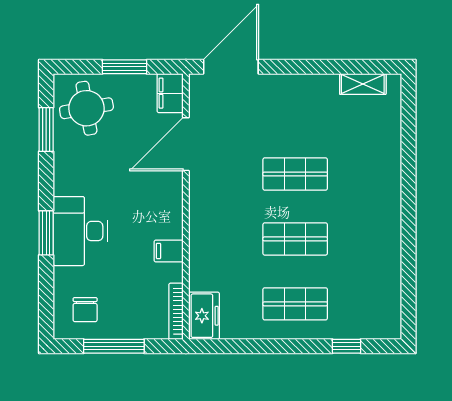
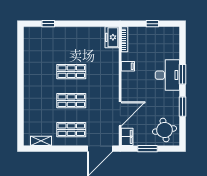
window: (46, 129) -> (183, 107), moved
shop shelf: (295, 304) -> (71, 130), moved
chair: (85, 310) -> (165, 40), removed
window: (114, 346) -> (152, 24), width x0.46

